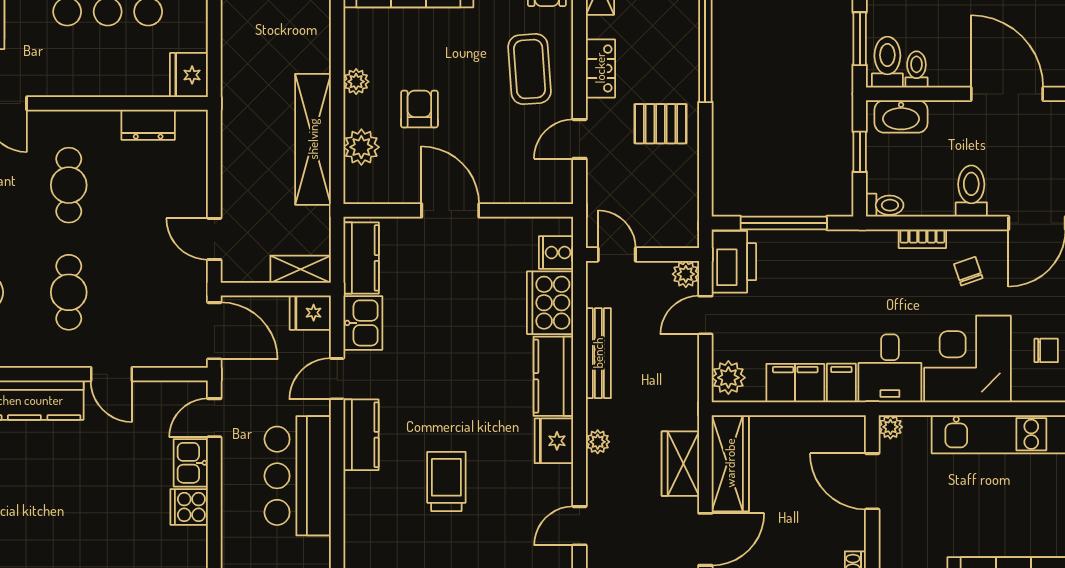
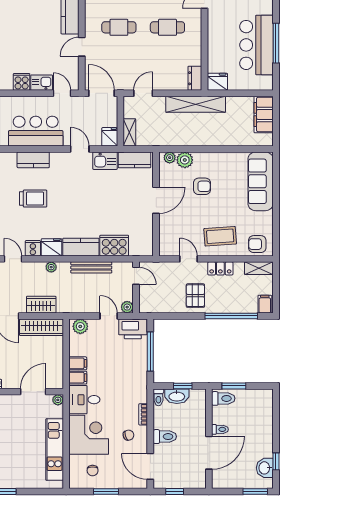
toilet: (916, 69) -> (220, 429), moved
plant: (356, 82) -> (170, 158), moved
washbasin: (901, 116) -> (177, 396), moved, turned -90
dresser: (148, 125) -> (195, 78), moved
shelving: (313, 139) -> (196, 104), moved
cooker: (556, 253) -> (33, 248), moved
door: (617, 254) -> (136, 276), hinge flipped
door: (214, 331) -> (101, 93), swing flipped
filing cabinet: (795, 383) -> (78, 363), width x0.50
kitchen counter: (361, 435) -> (33, 160), moved

